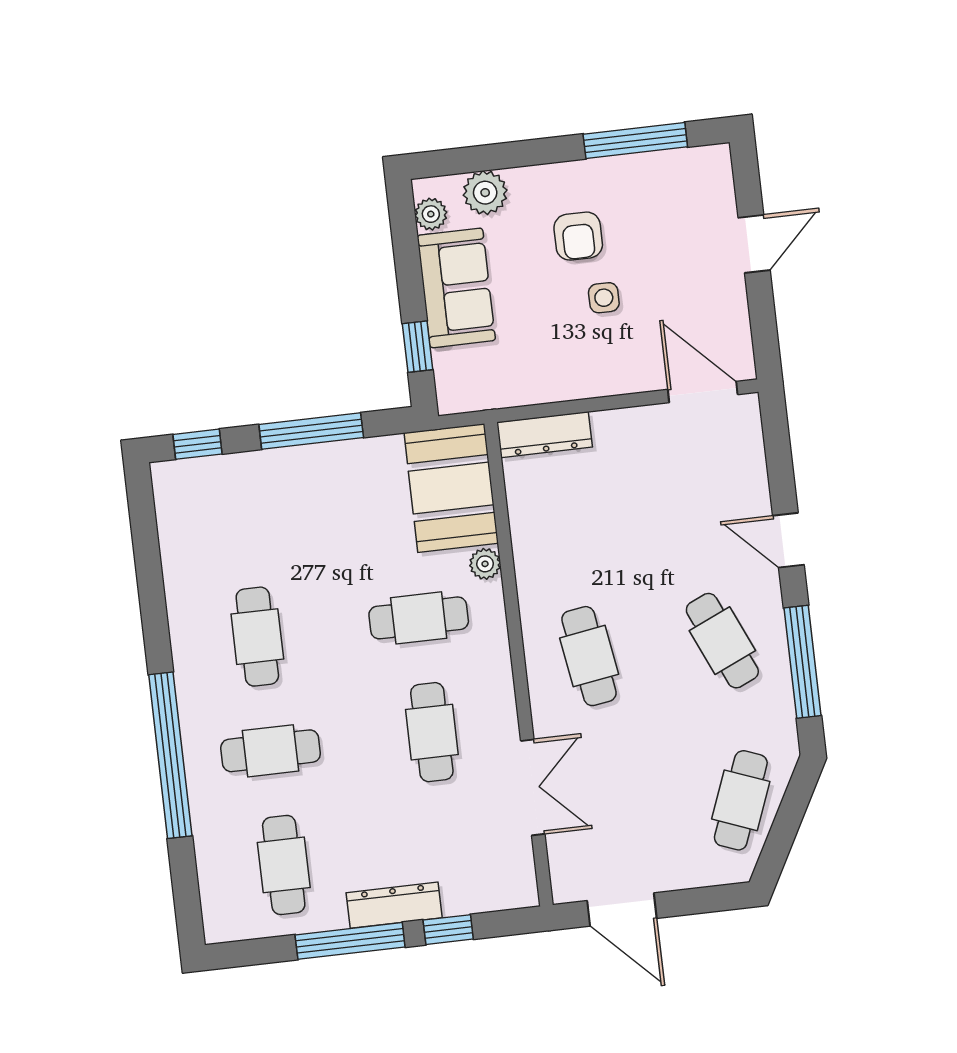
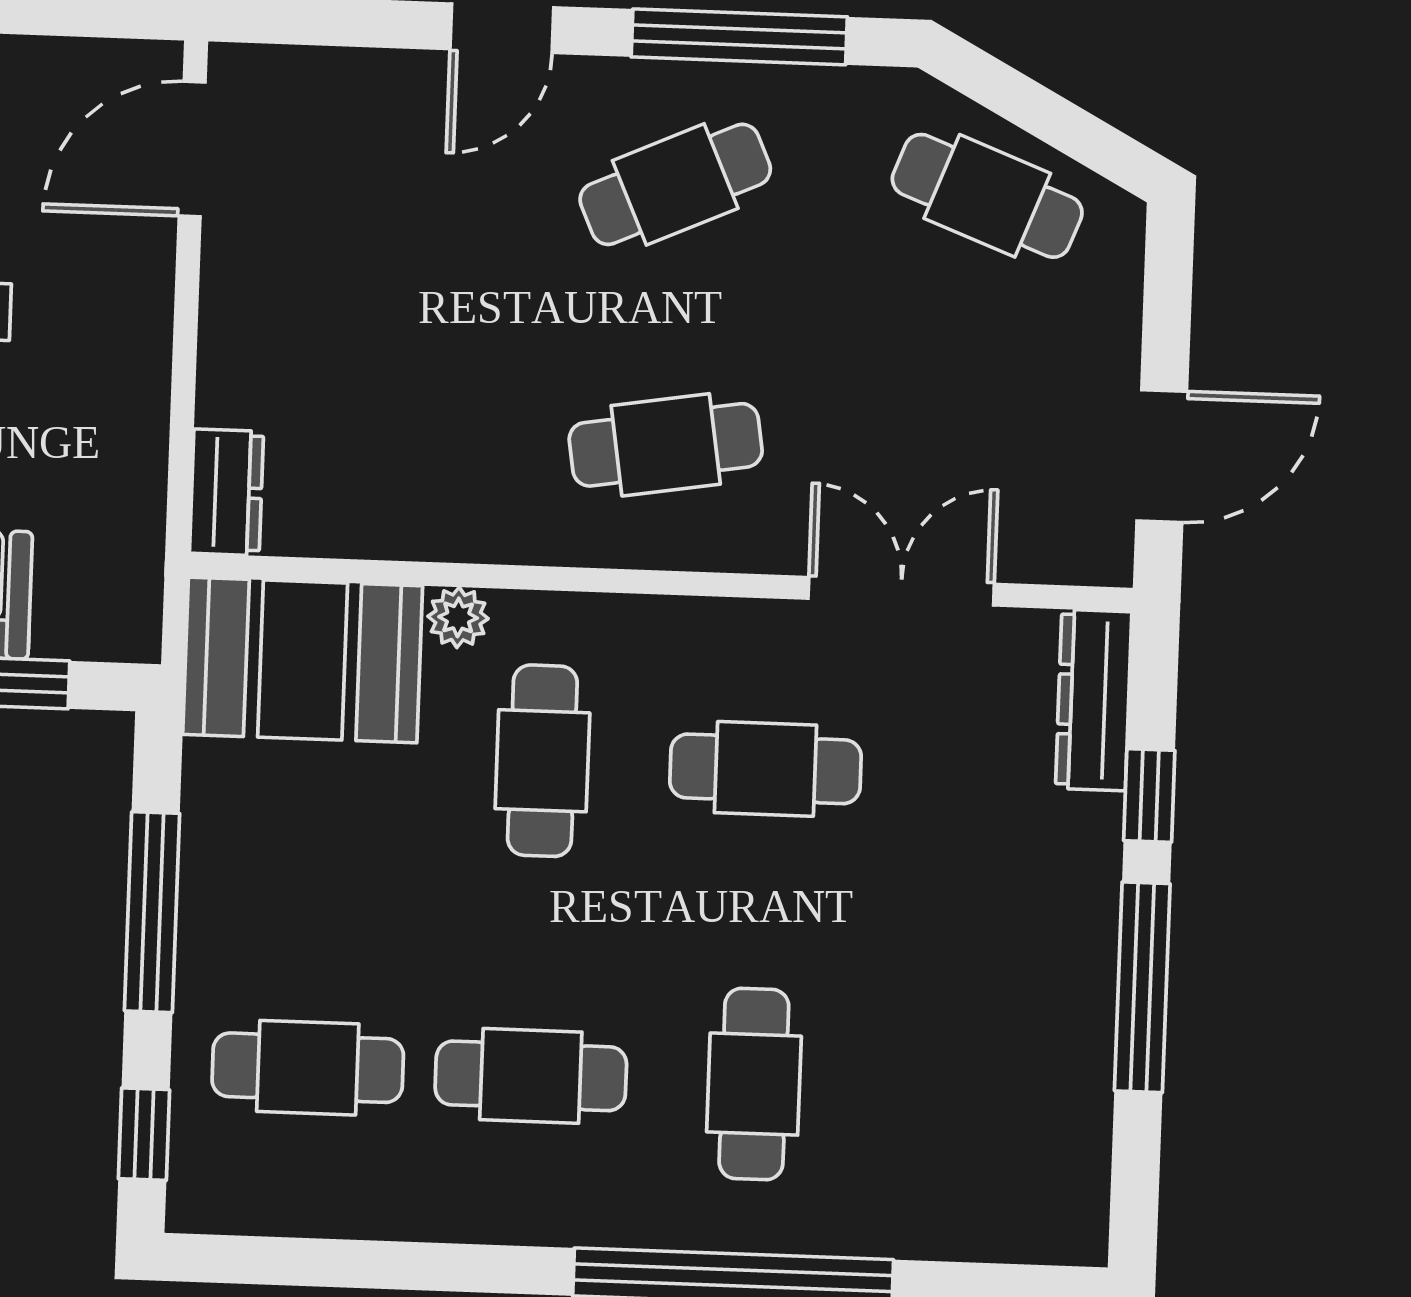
dresser: (545, 435) -> (226, 492), width x0.70
cafe table: (284, 865) -> (308, 1068), moved
dresser: (394, 905) -> (1094, 700), moved

